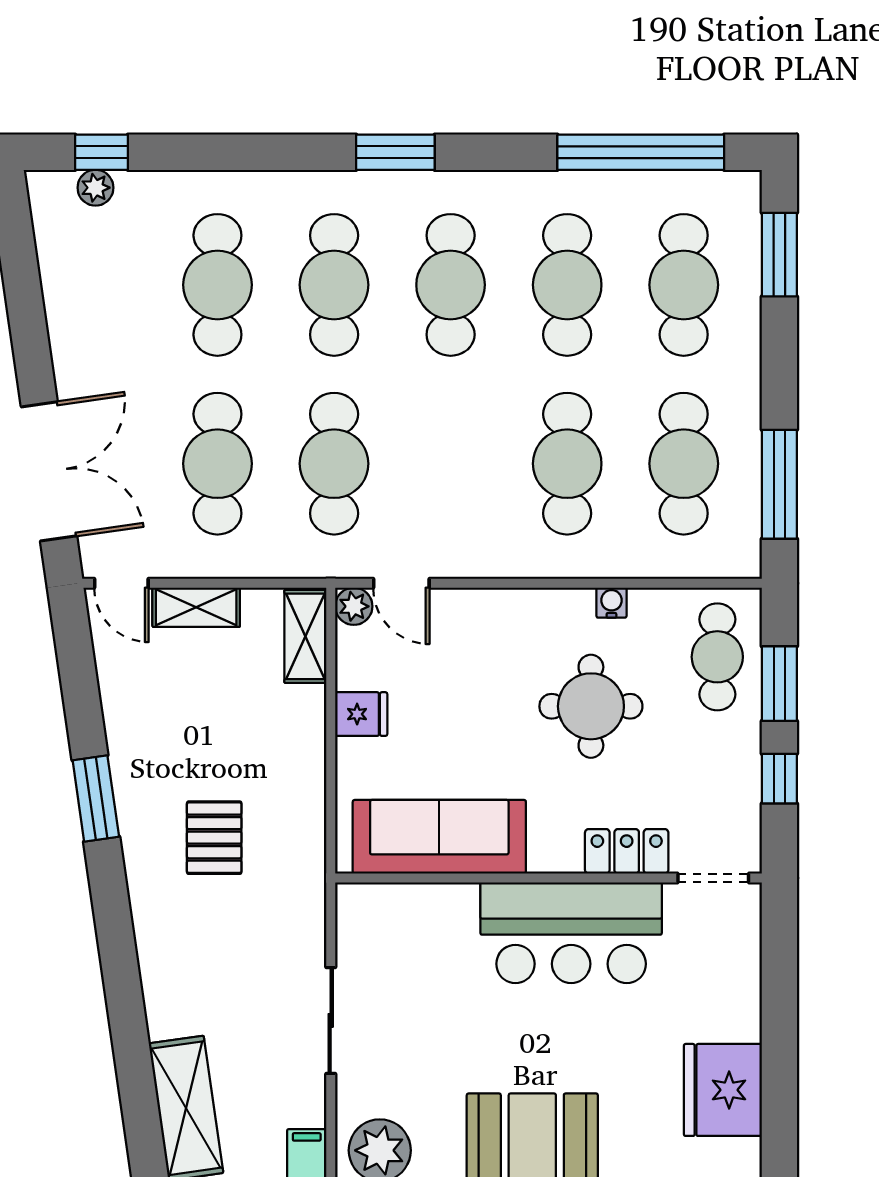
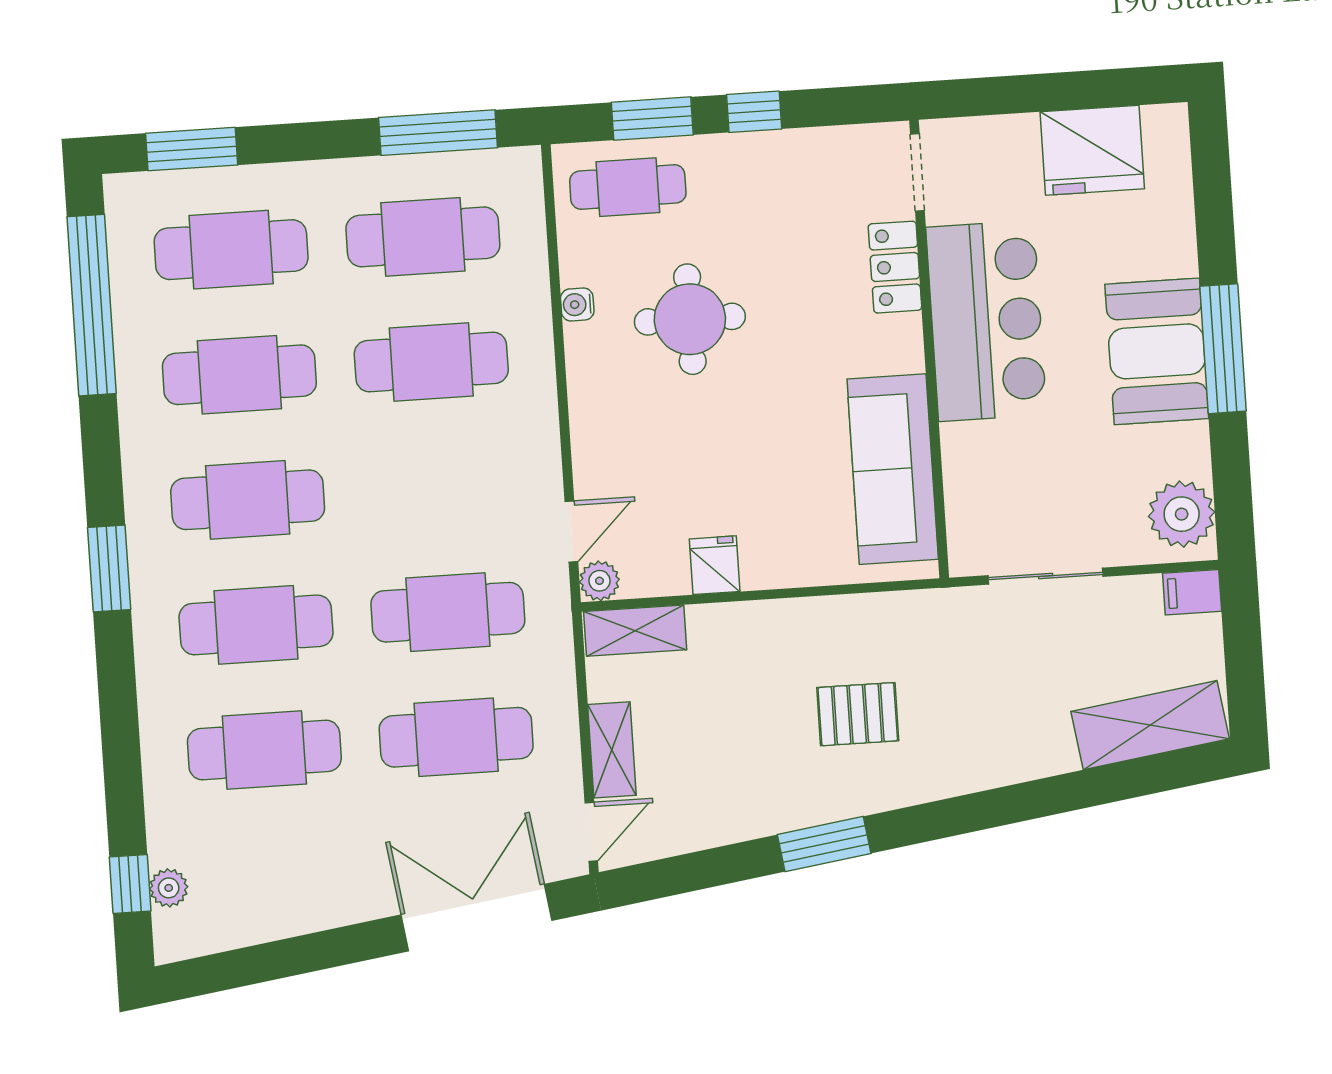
sofa: (439, 837) -> (893, 469), moved
locker: (627, 851) -> (895, 267), moved
wall: (548, 878) -> (929, 349), moved
doorway: (713, 878) -> (917, 172), moved
bar counter: (571, 933) -> (986, 321), moved

